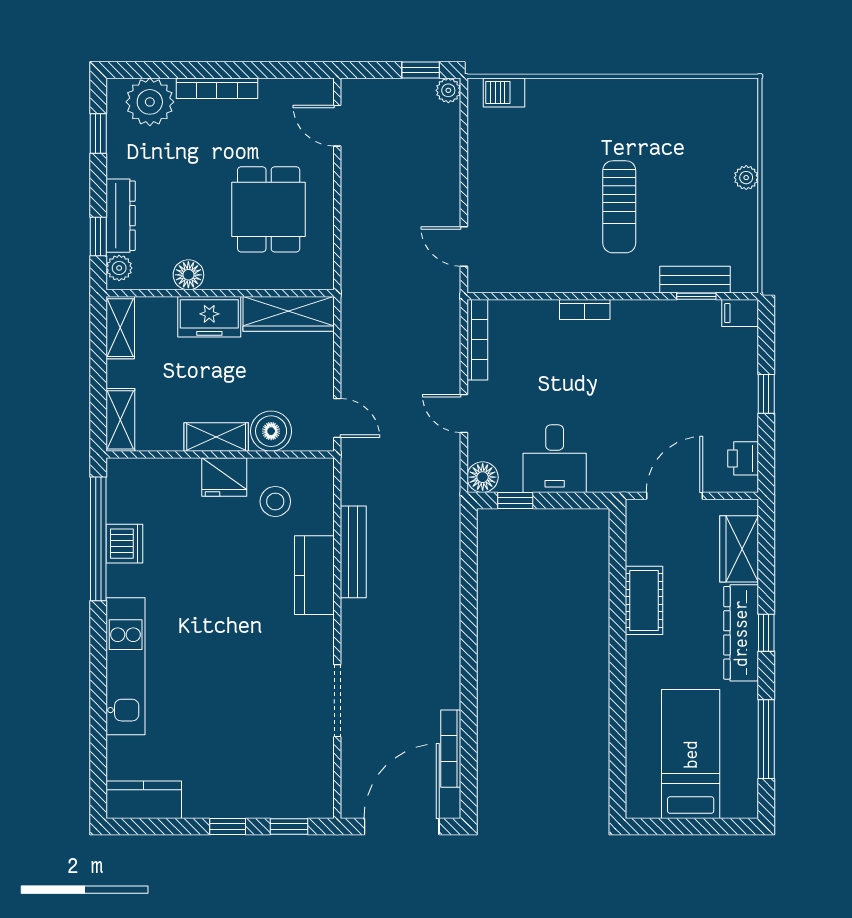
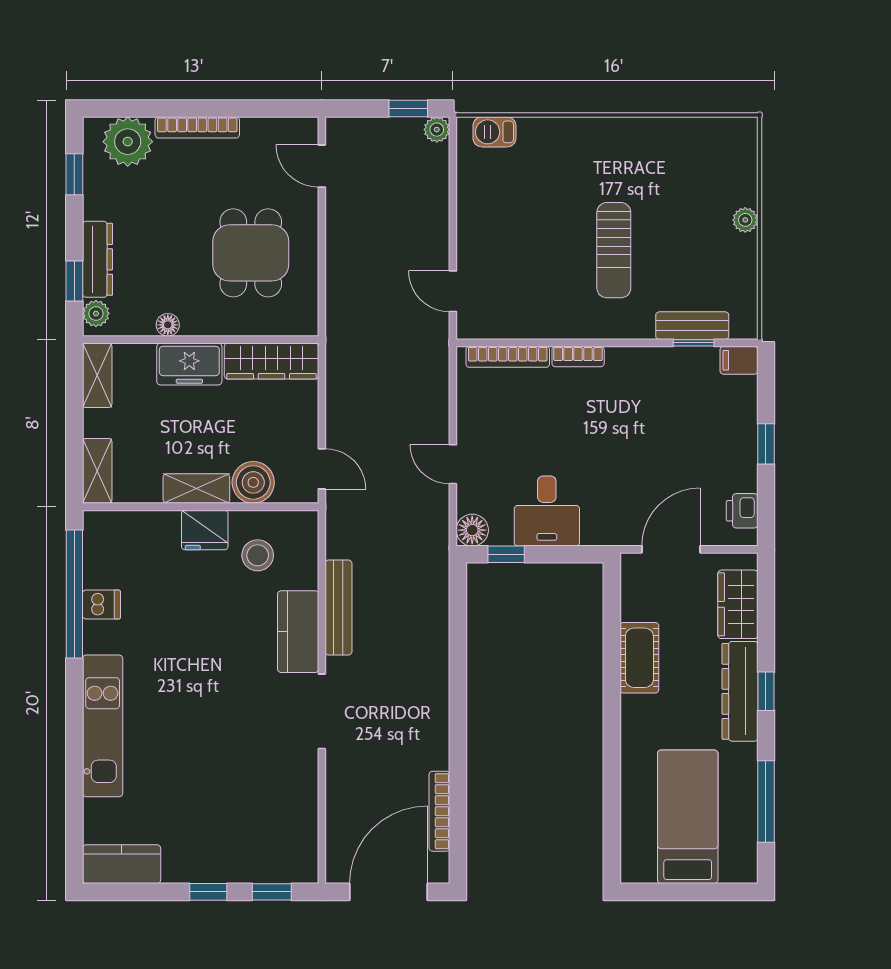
floor lamp: (188, 275) -> (168, 325), width x0.73, depth x0.73
bookcase: (477, 340) -> (508, 357), moved, turned 90
dishwasher: (124, 544) -> (101, 604), width x0.73
doorway: (337, 701) -> (322, 711), moved

